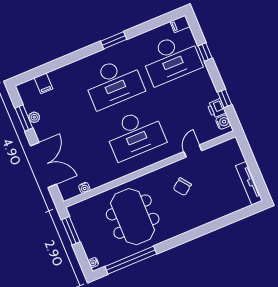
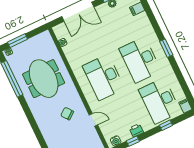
window: (114, 40) -> (166, 48), moved
printer: (216, 108) -> (136, 130), moved
meeting table: (133, 217) -> (44, 79), turned 90
window: (71, 231) -> (18, 41), moved

